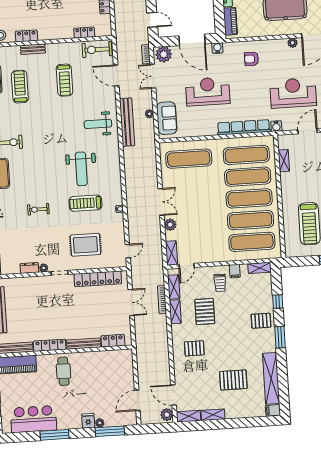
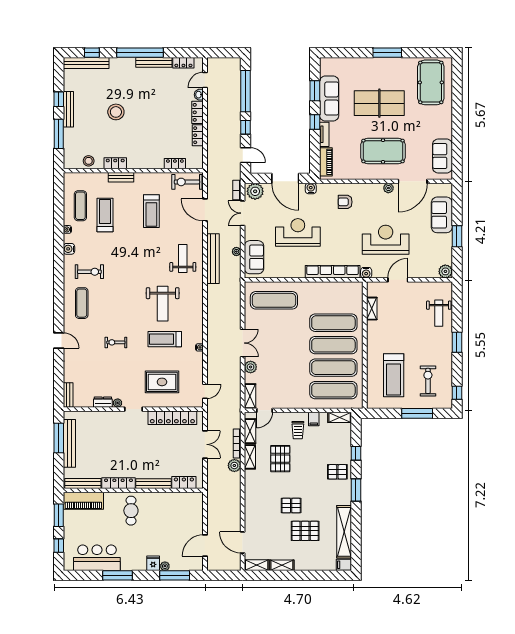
weight bench: (98, 124) -> (183, 258), turned 90
exercise mat: (246, 155) -> (333, 300), removed
pallet: (194, 348) -> (291, 506), moved
plant: (167, 415) -> (234, 465), moved

